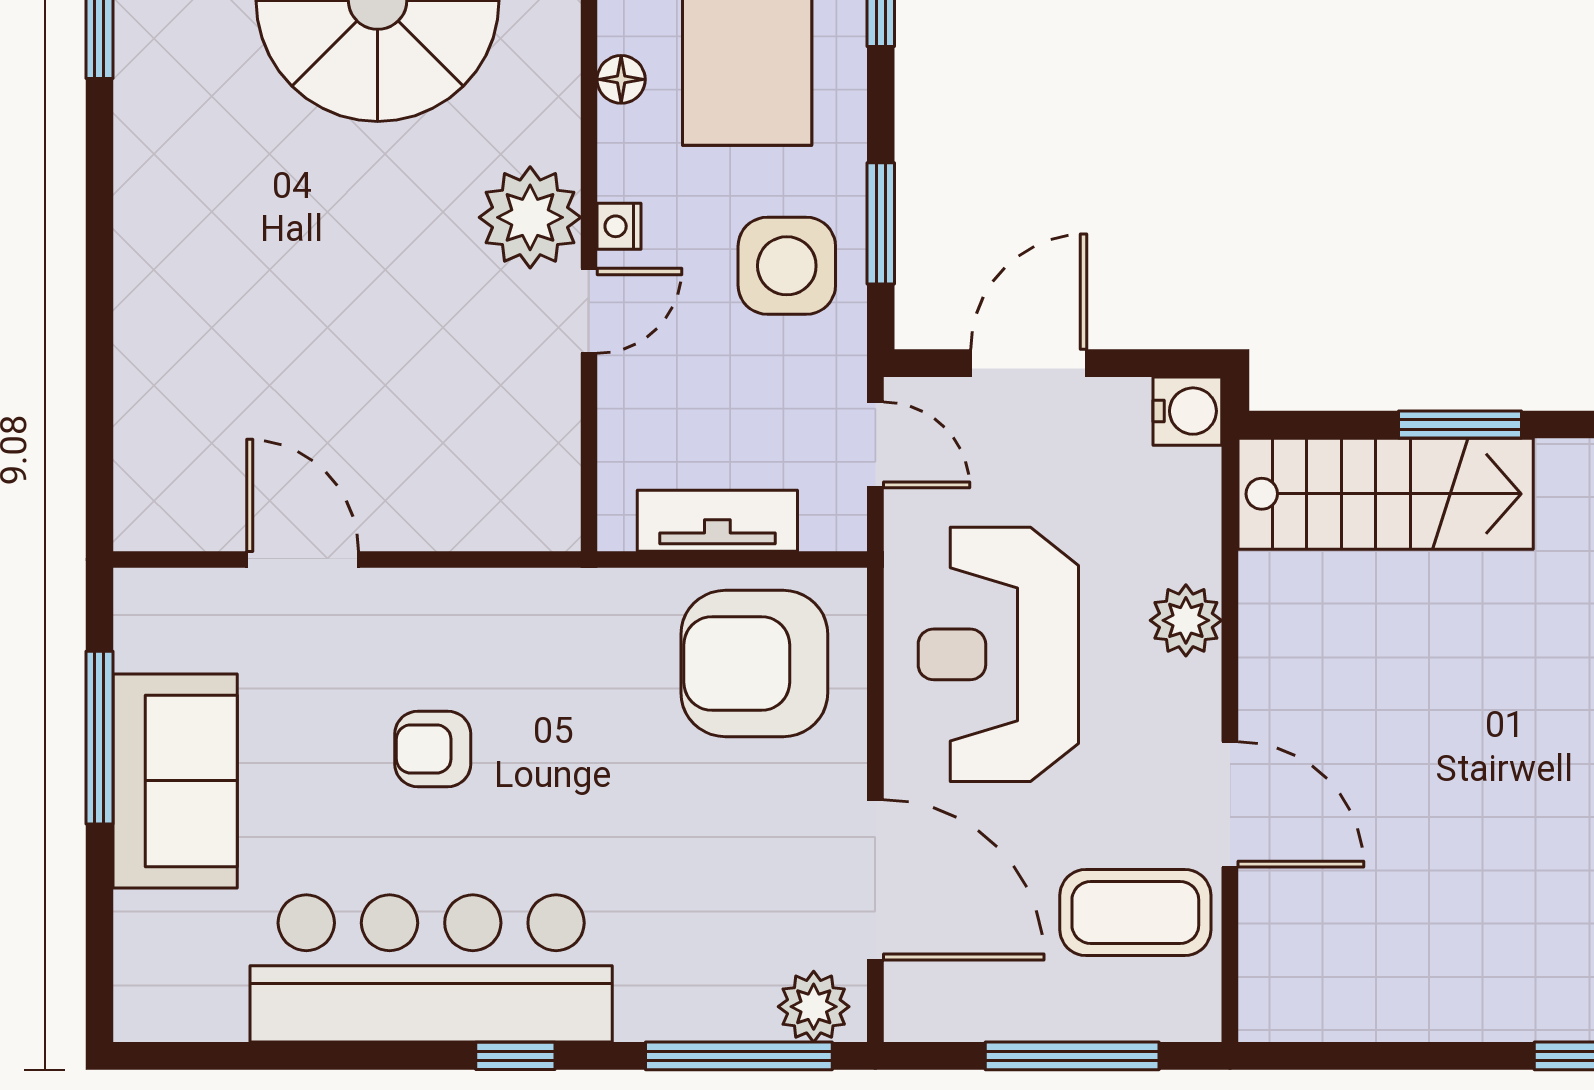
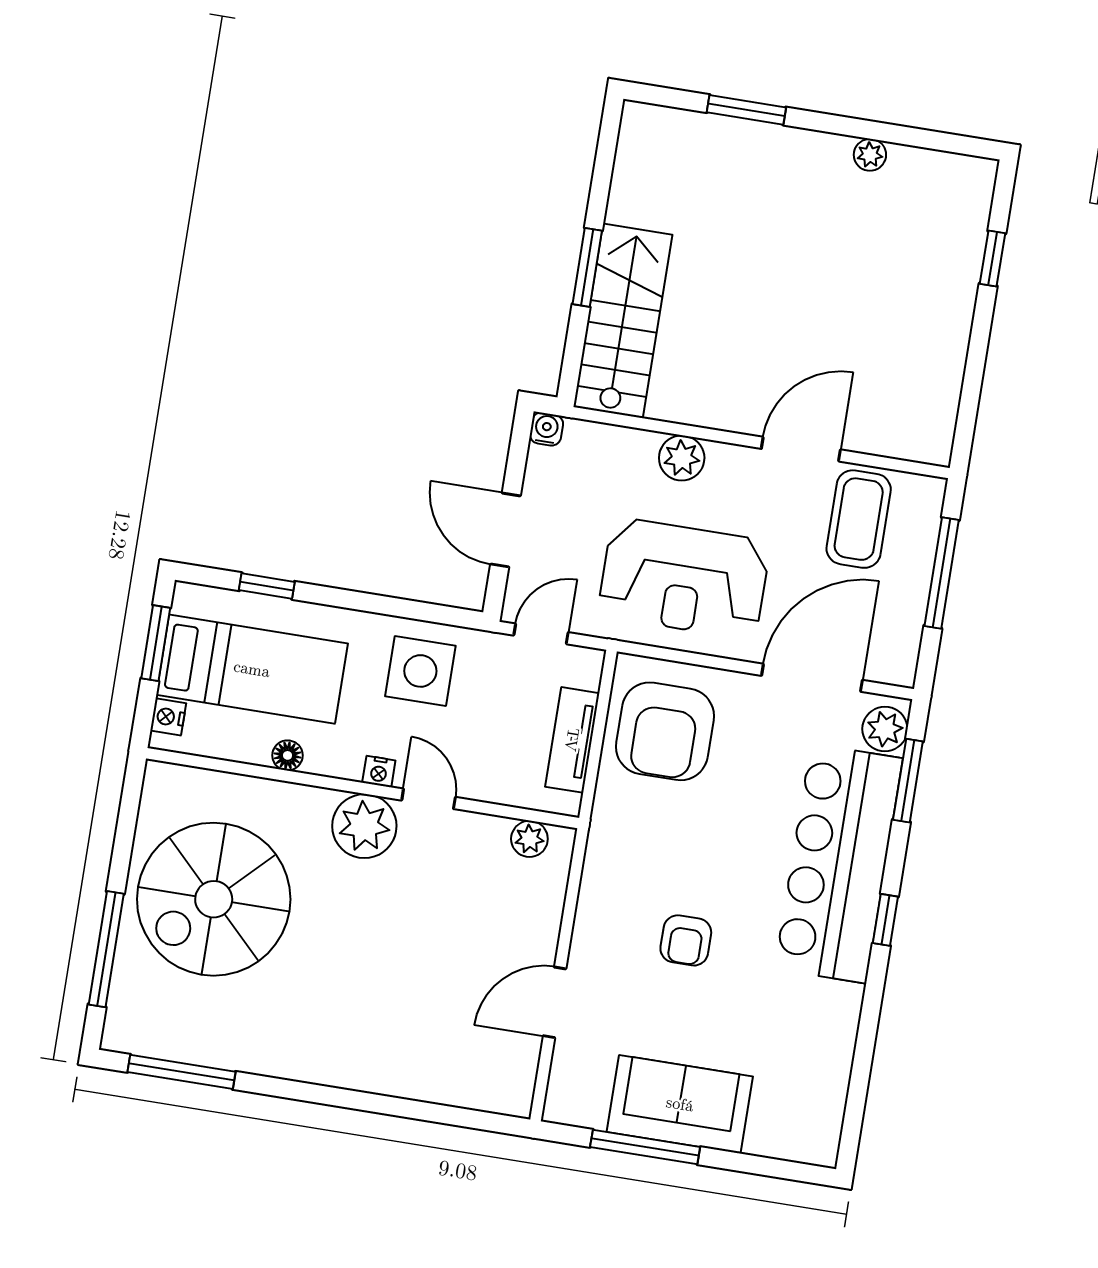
window: (881, 223) -> (403, 608), removed
water cooler: (1187, 411) -> (546, 429), width x0.72, depth x0.72
plant: (552, 479) -> (529, 839), added
bar counter: (431, 968) -> (839, 864), moved
window: (739, 1056) -> (908, 781), width x0.69

